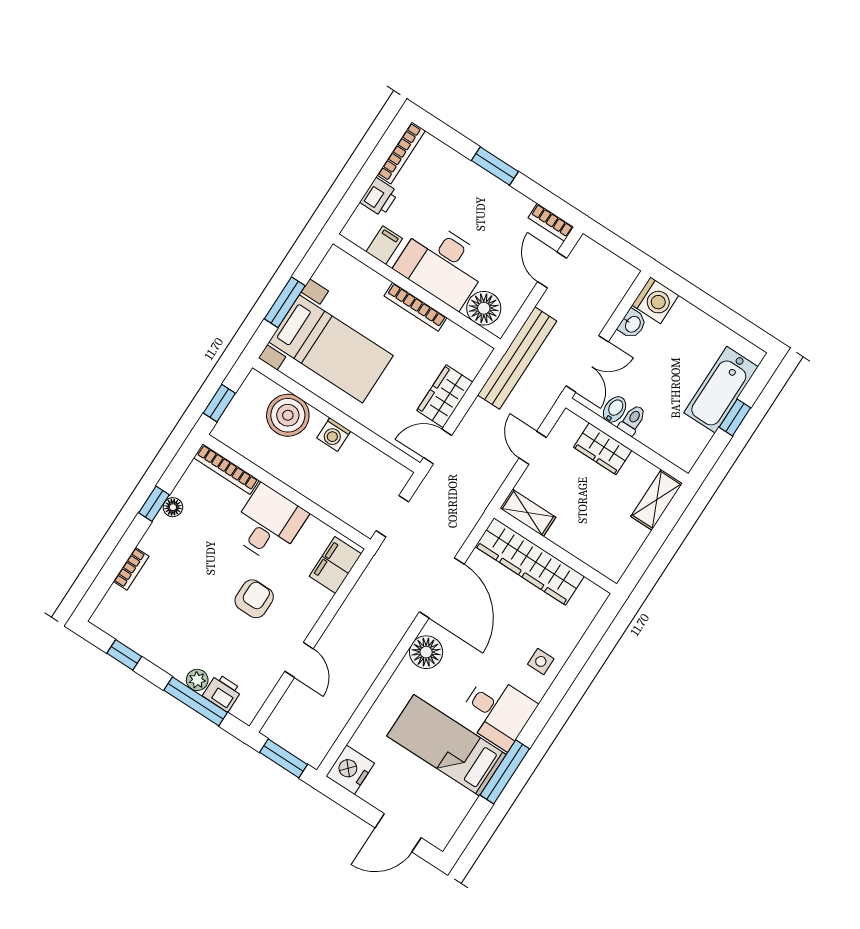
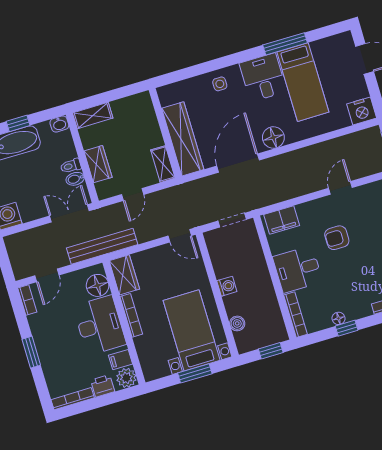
plant: (360, 230) -> (126, 378), added
washbasin: (632, 324) -> (59, 124), moved, turned 180
wardrobe: (445, 396) -> (124, 275), moved, turned -90
boiler: (288, 415) -> (237, 323), width x0.54, depth x0.54

